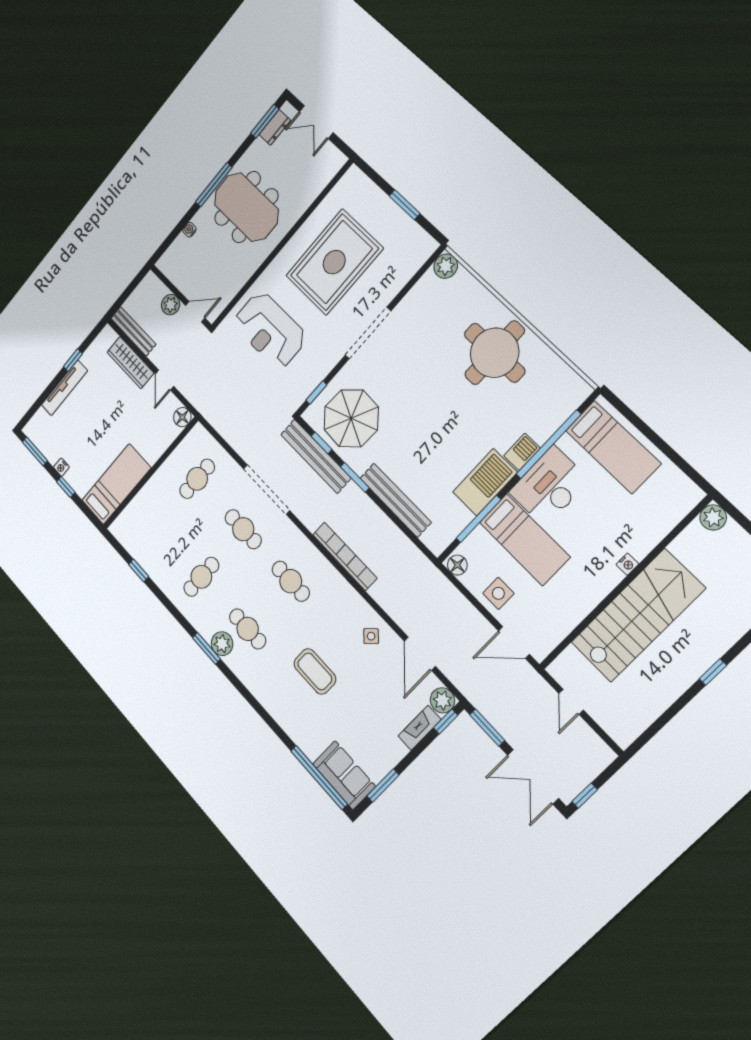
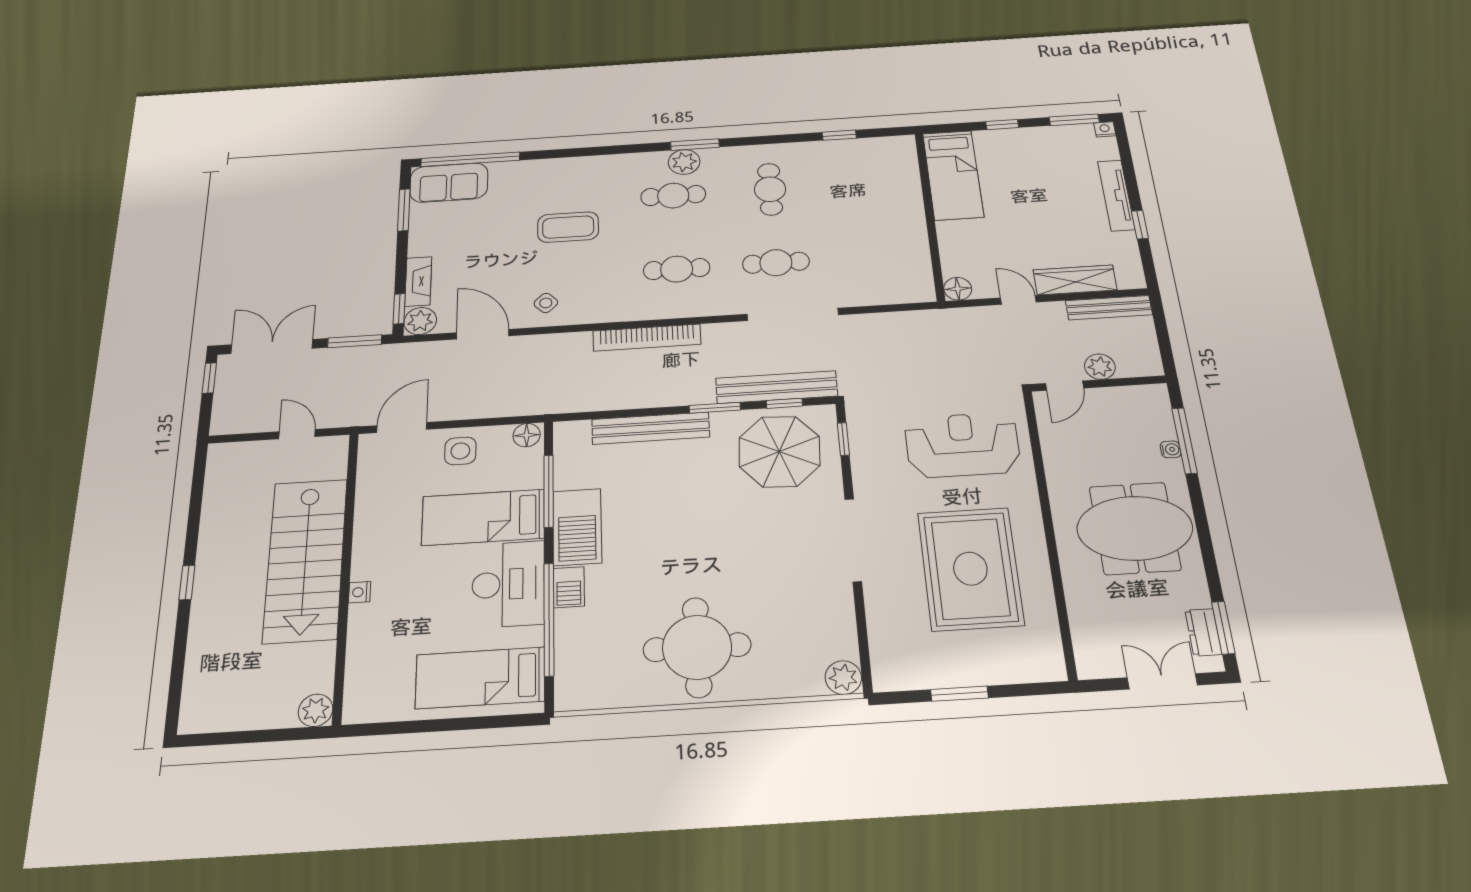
window: (214, 185) -> (1185, 441), moved
nightstand: (61, 467) -> (1105, 129), moved
cafe table: (197, 479) -> (875, 256), removed

